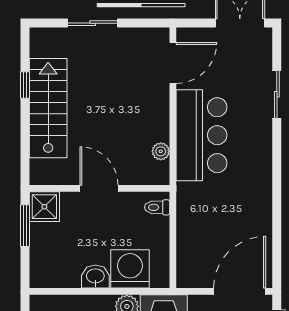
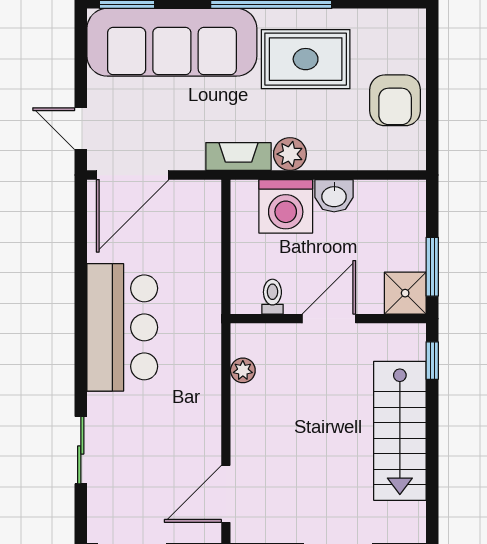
window: (25, 85) -> (432, 361), moved
bar counter: (201, 135) -> (122, 327), moved, turned 180
door: (99, 188) -> (329, 319), swing flipped
toilet: (157, 207) -> (272, 297), moved, turned -90

